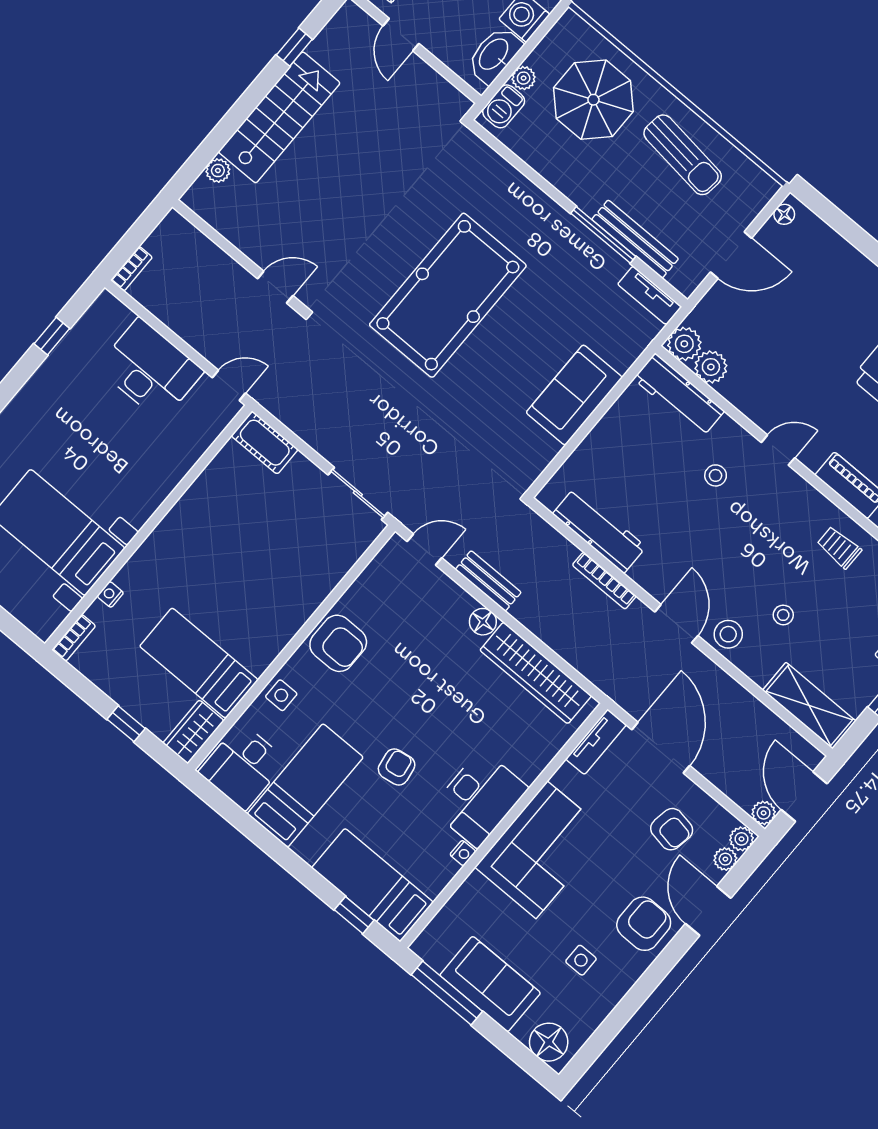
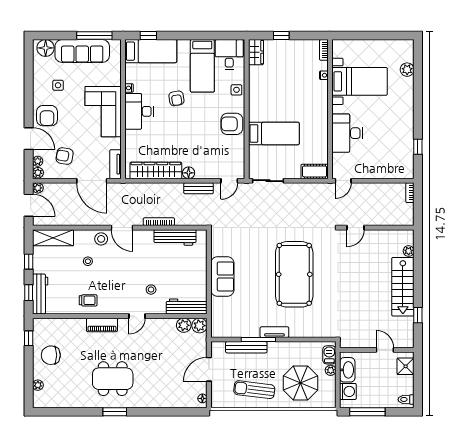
tv unit: (649, 295) -> (274, 332), moved
desk: (150, 369) -> (347, 133), moved, turned 90
bed: (199, 663) -> (274, 133), moved
sofa: (490, 984) -> (82, 51), width x1.36

